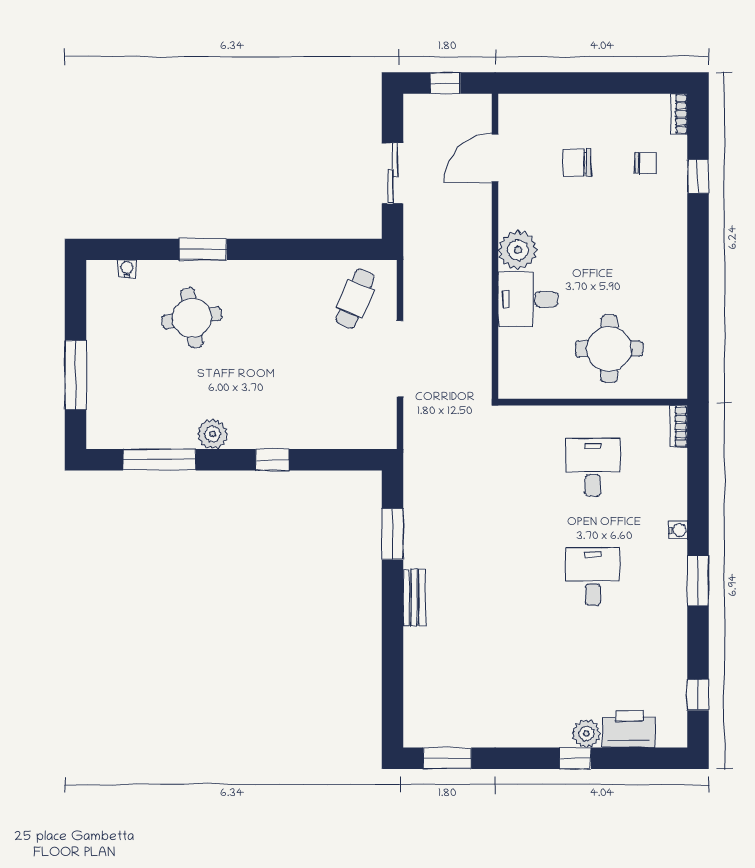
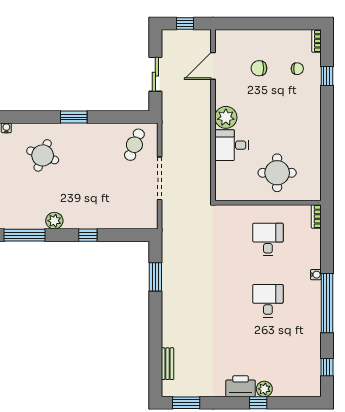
window: (203, 249) -> (74, 117), moved
round table: (192, 318) -> (43, 155), turned 30
window: (698, 581) -> (327, 303), width x2.11
bench: (414, 598) -> (167, 364), moved
printer: (629, 729) -> (241, 386), moved

